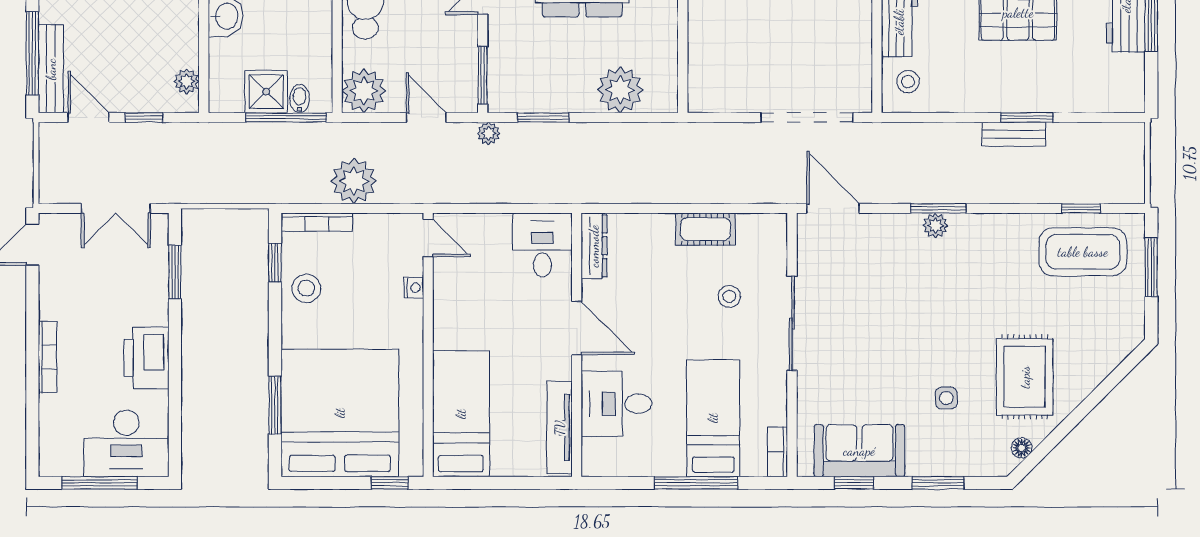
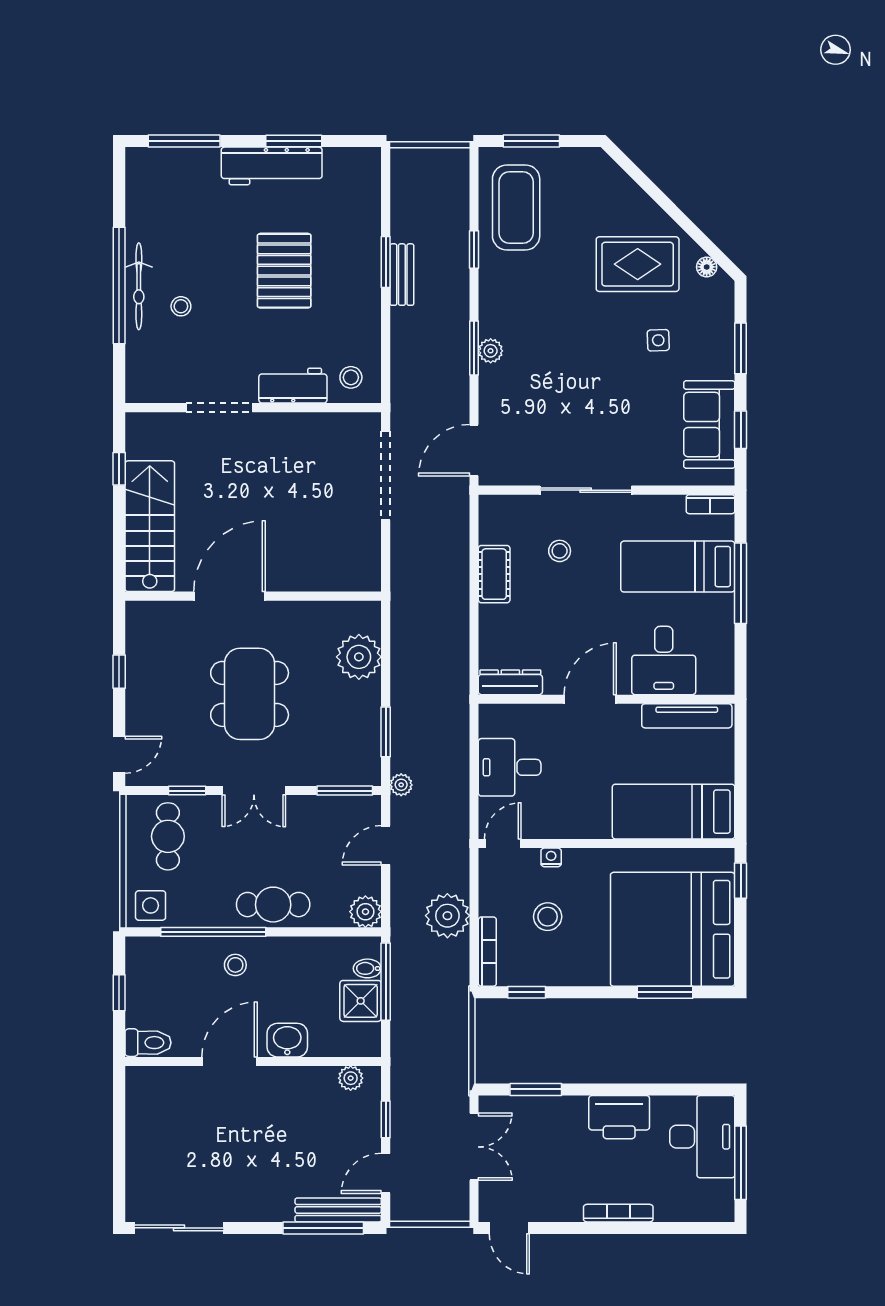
plant: (364, 91) -> (365, 912), width x0.73, depth x0.73
window: (1081, 208) -> (474, 250), moved
desk: (542, 245) -> (510, 767), moved
stool: (306, 288) -> (548, 917), moved

